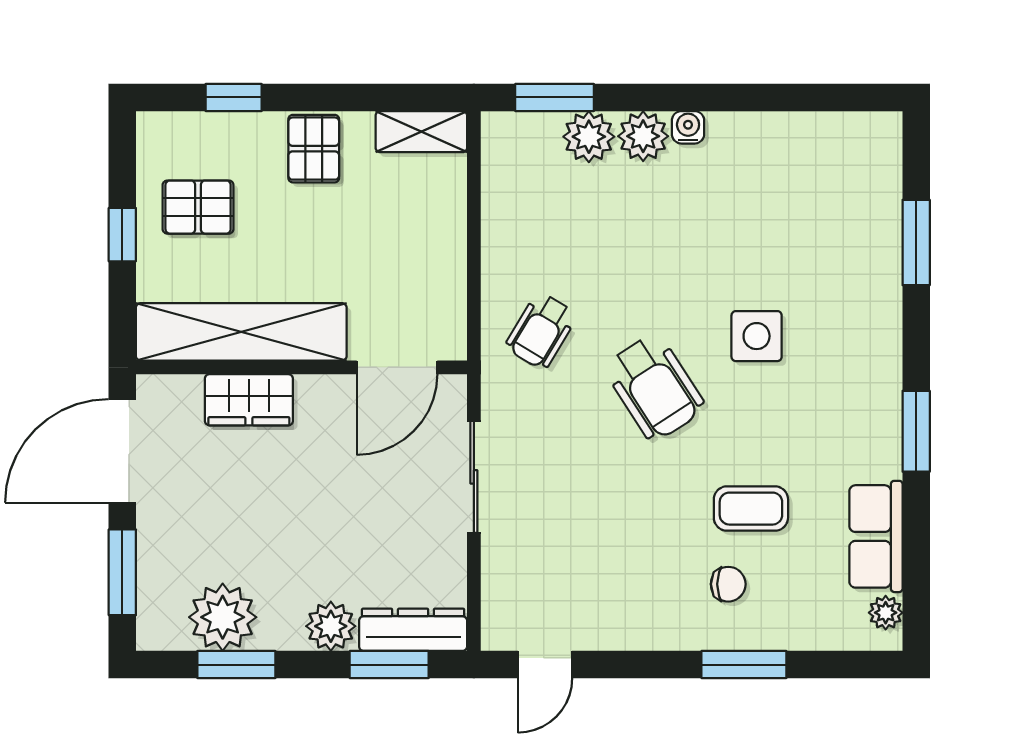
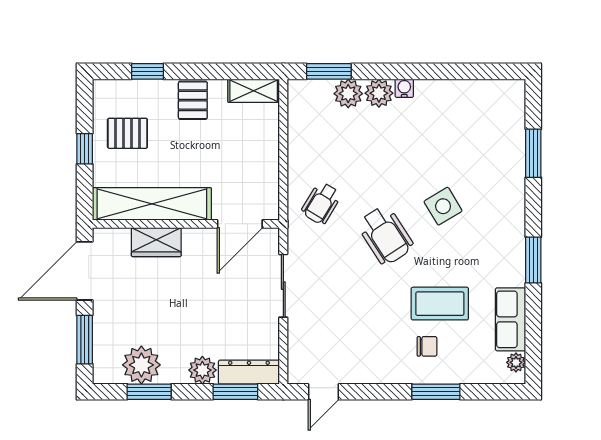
side table: (757, 336) -> (443, 206), turned -31
coffee table: (751, 509) -> (440, 304), width x1.36, depth x1.30

